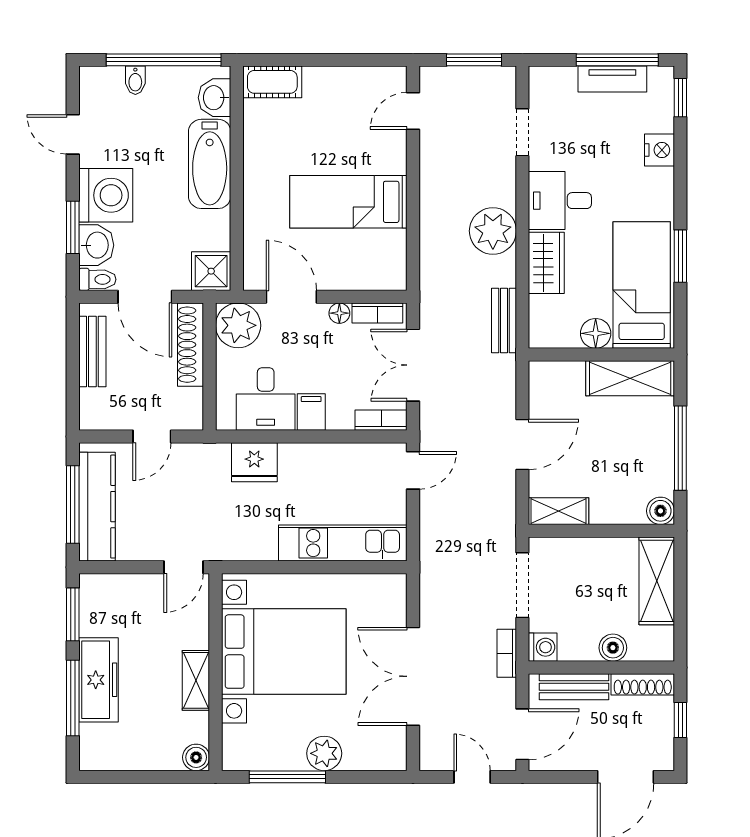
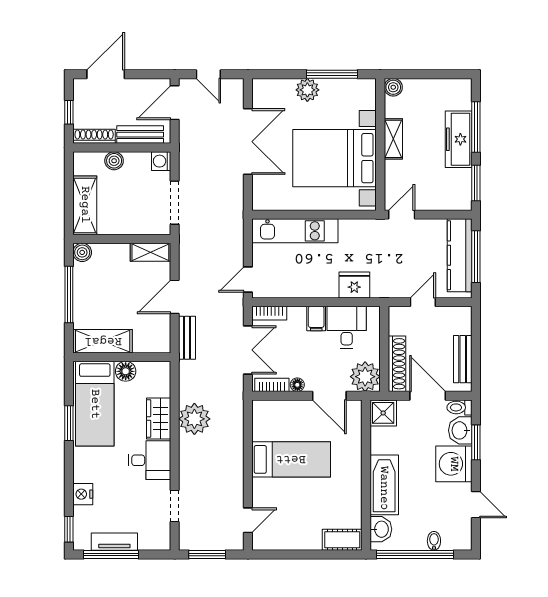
plant: (493, 231) -> (194, 419), moved
bench: (504, 320) -> (187, 338), moved
bookcase: (507, 653) -> (185, 157), removed

